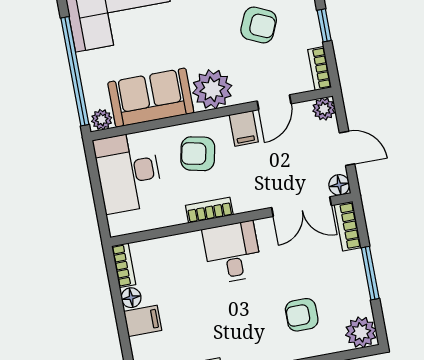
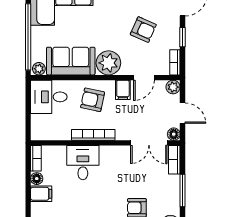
desk: (128, 172) -> (49, 97), width x0.73
bookcase: (209, 210) -> (93, 135), width x1.56
desk: (232, 252) -> (83, 163), moved

